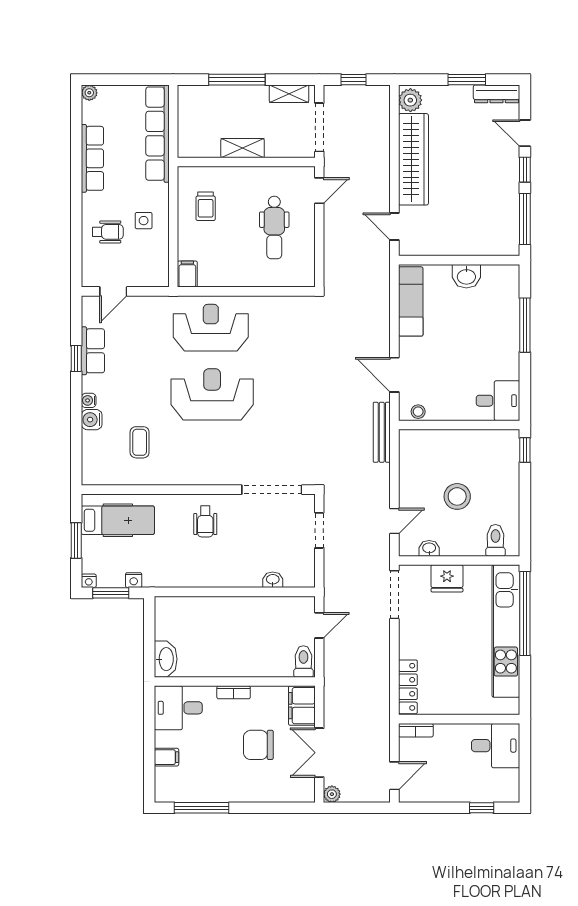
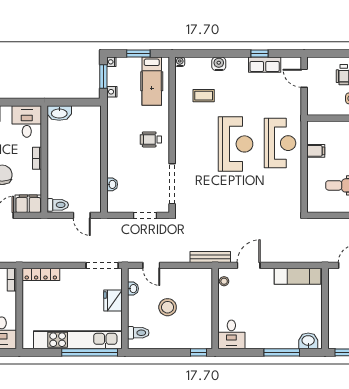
filing cabinet: (187, 274) -> (316, 151), moved
washbasin: (466, 276) -> (308, 341), moved, turned 90
water cooler: (89, 400) -> (180, 62), moved

